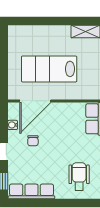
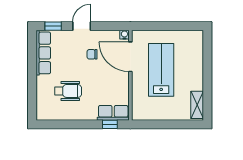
water cooler: (13, 125) -> (124, 35), moved
wheelchair: (79, 177) -> (68, 91), moved

